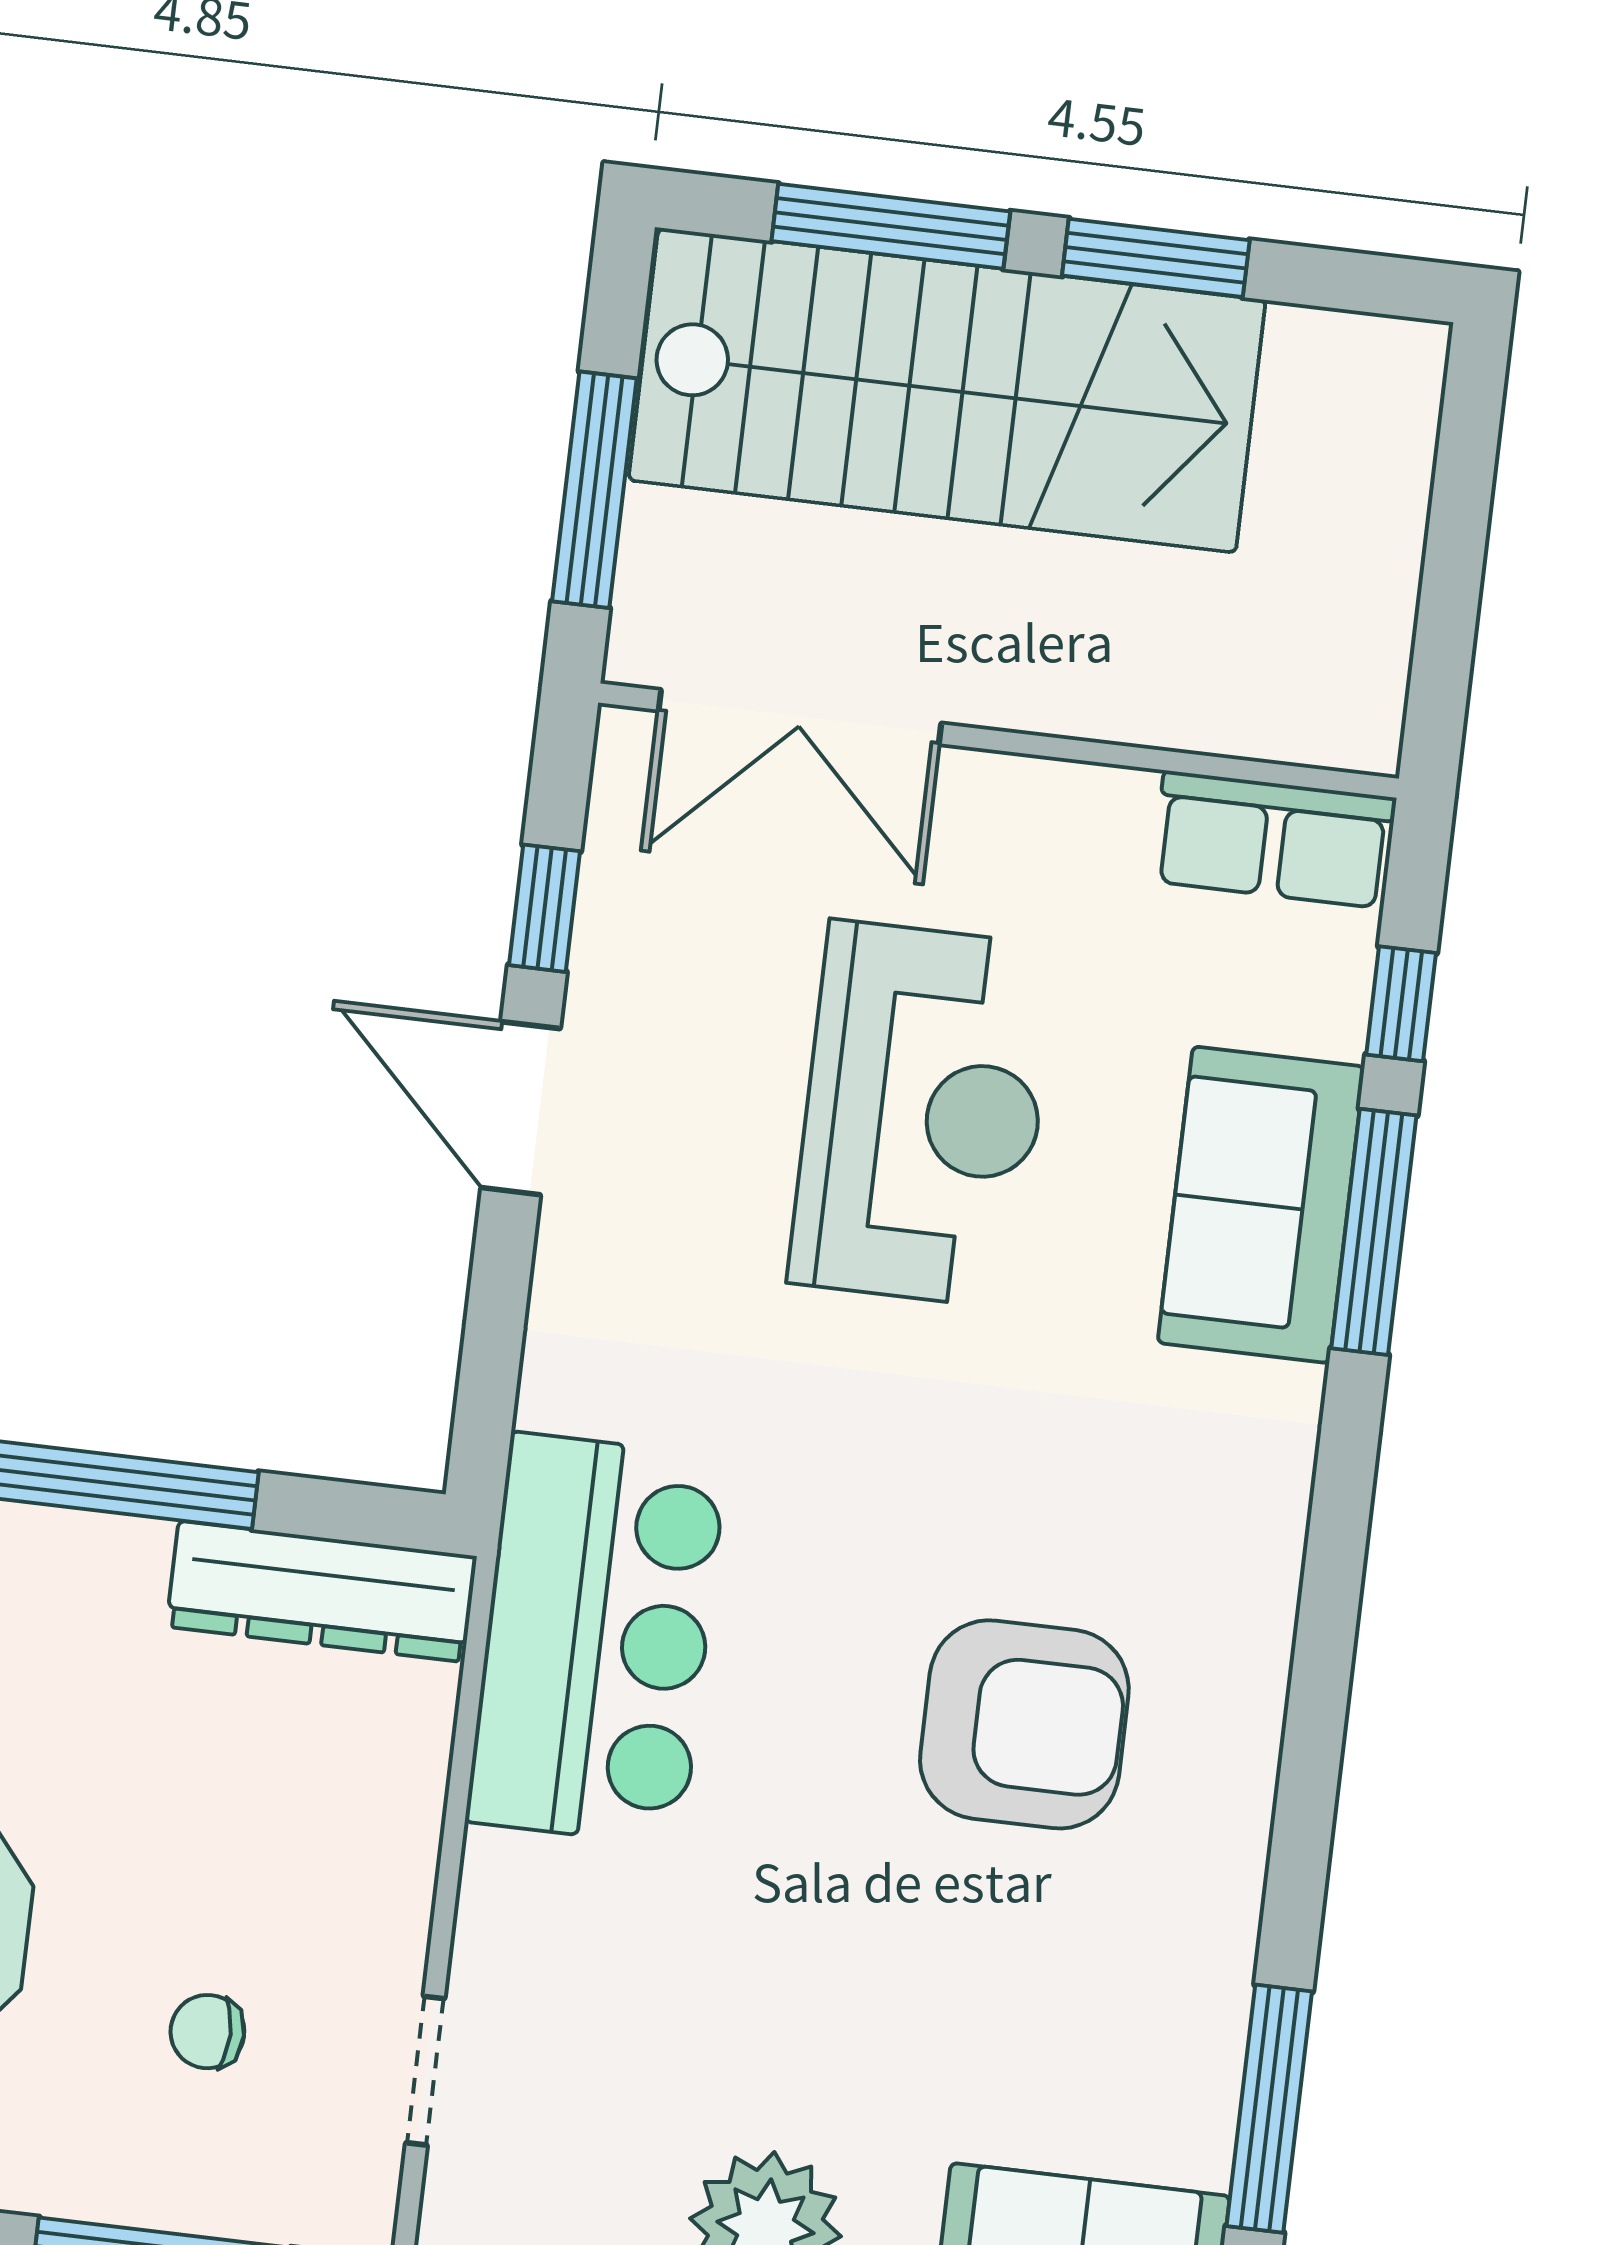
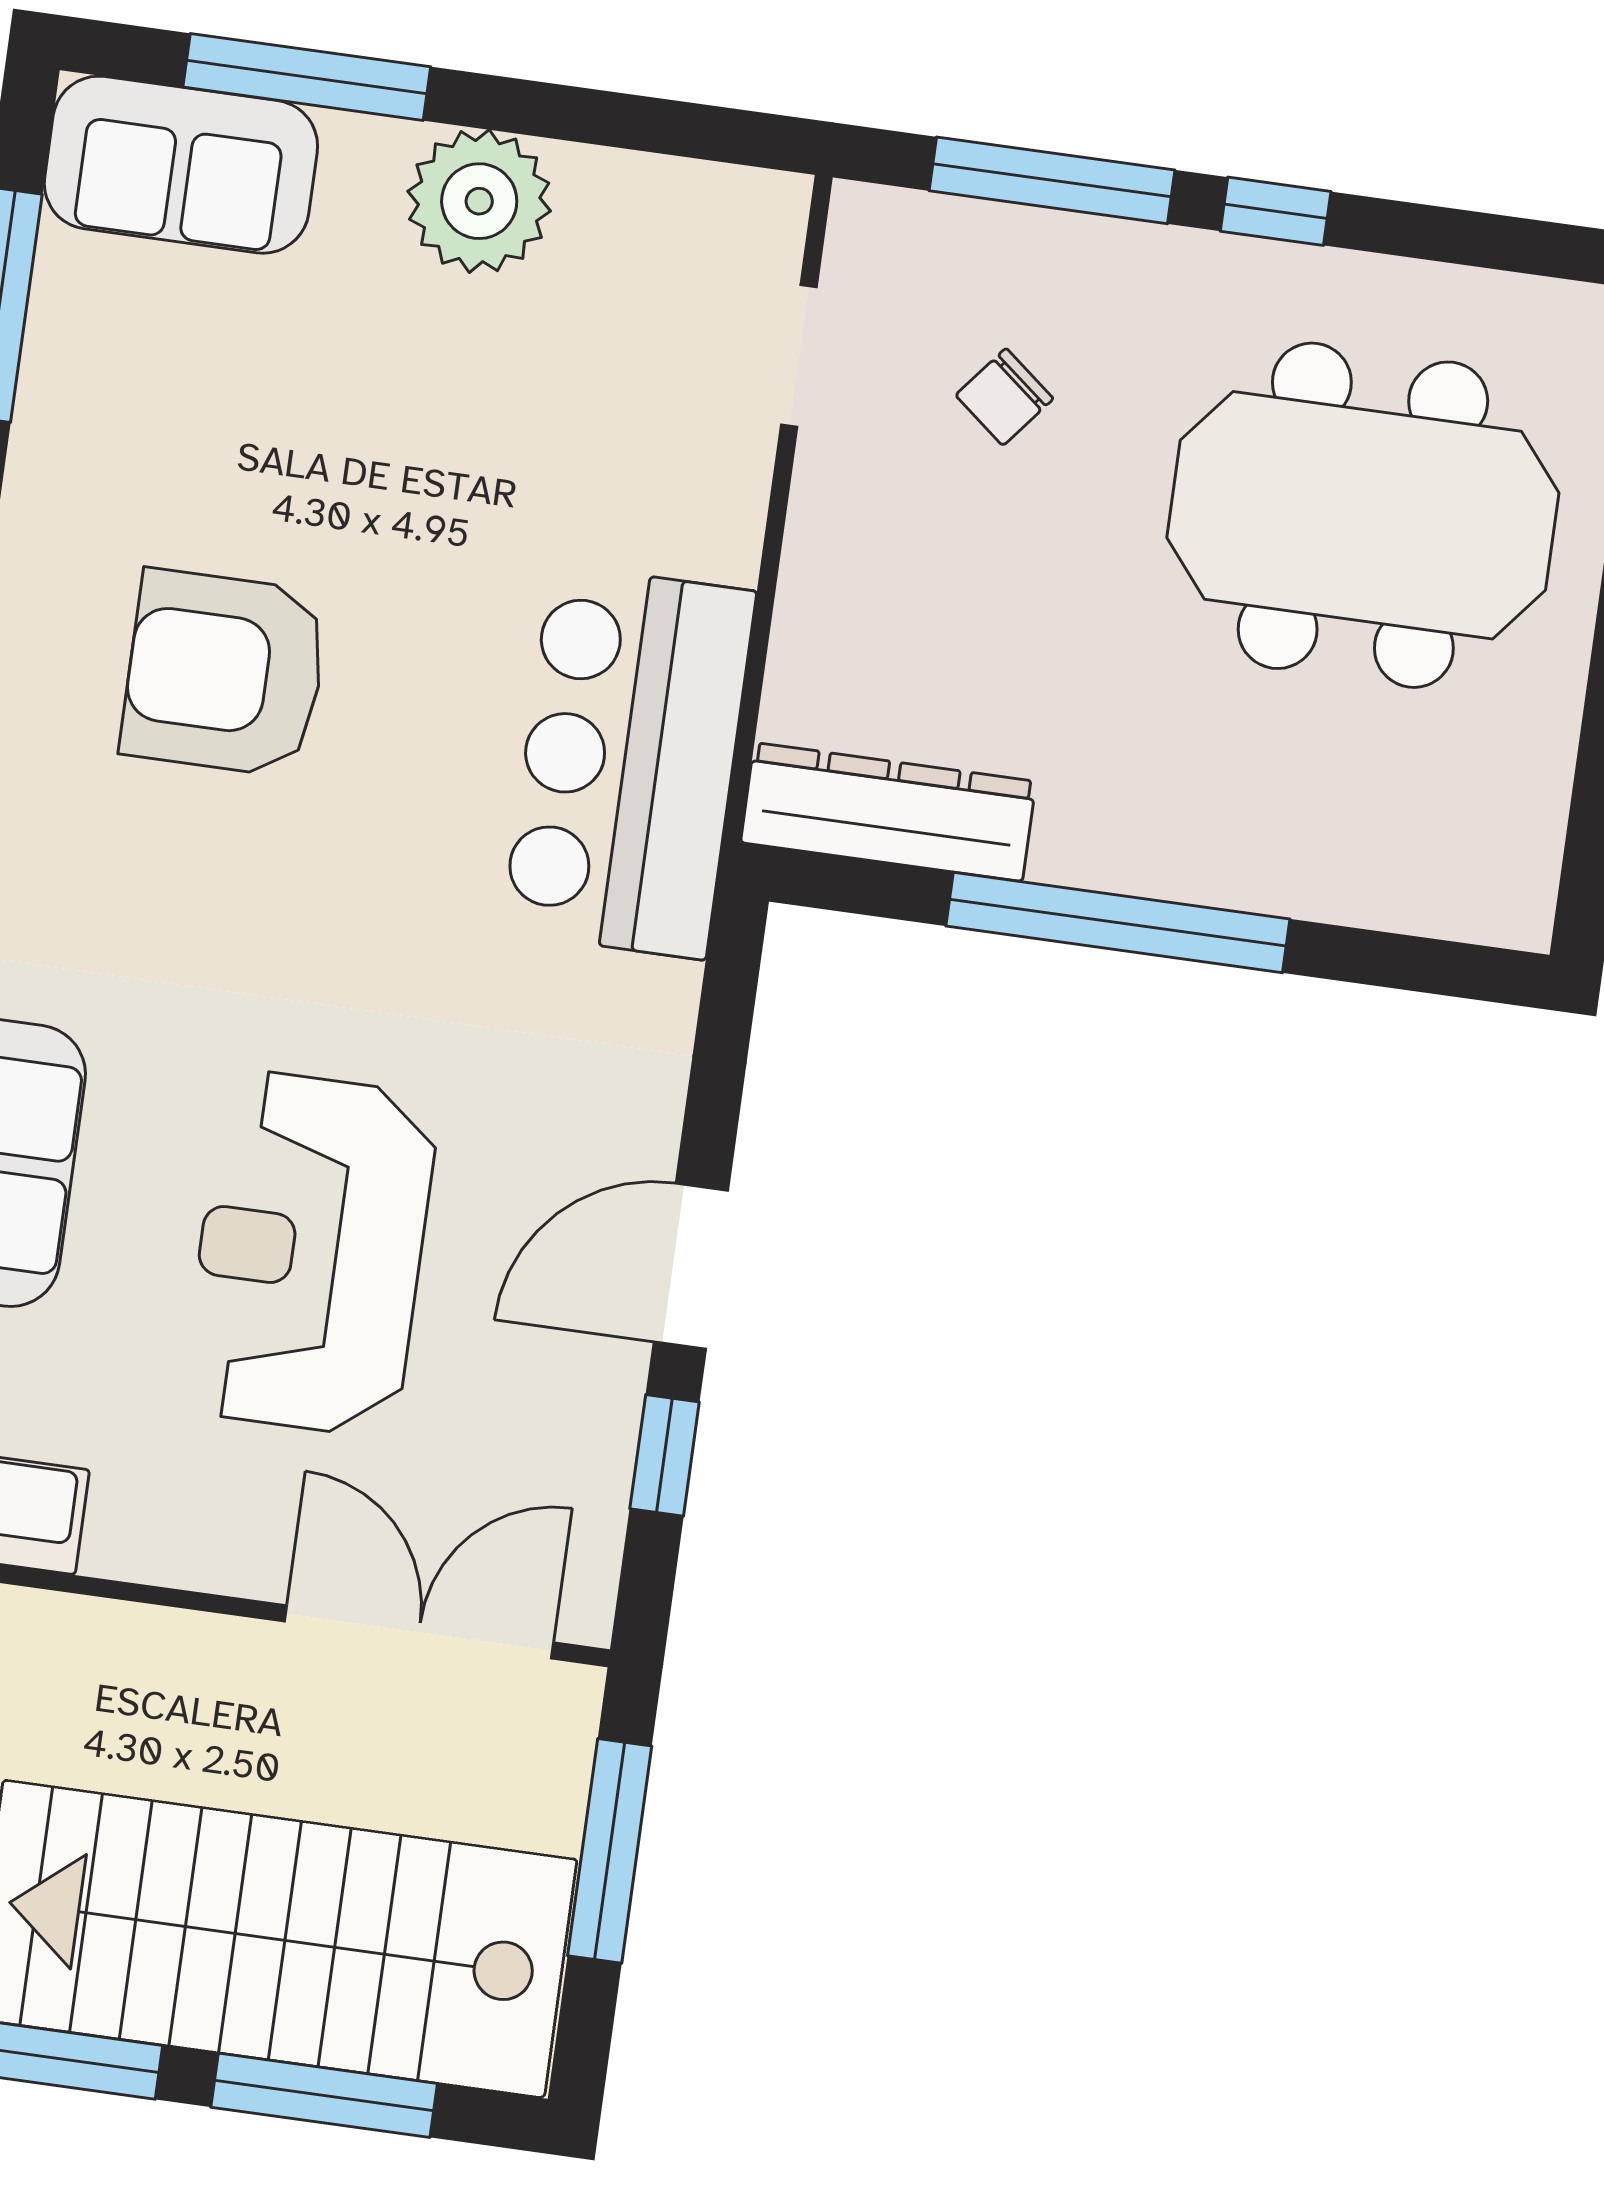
door: (521, 1108) -> (691, 1266), swing flipped
chair: (207, 2032) -> (1004, 397), turned 129

